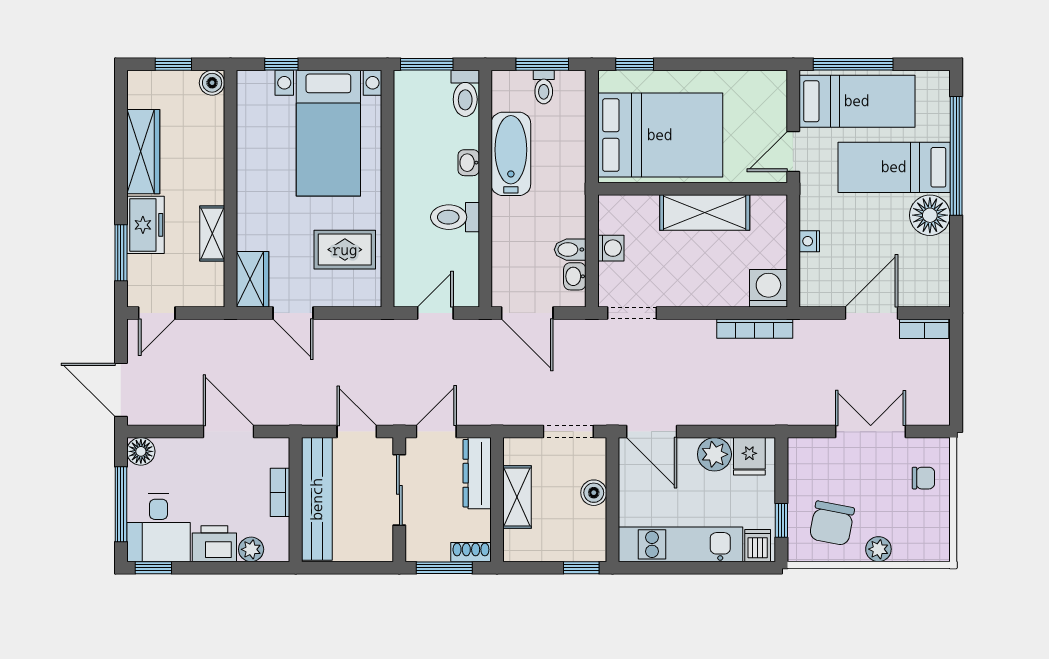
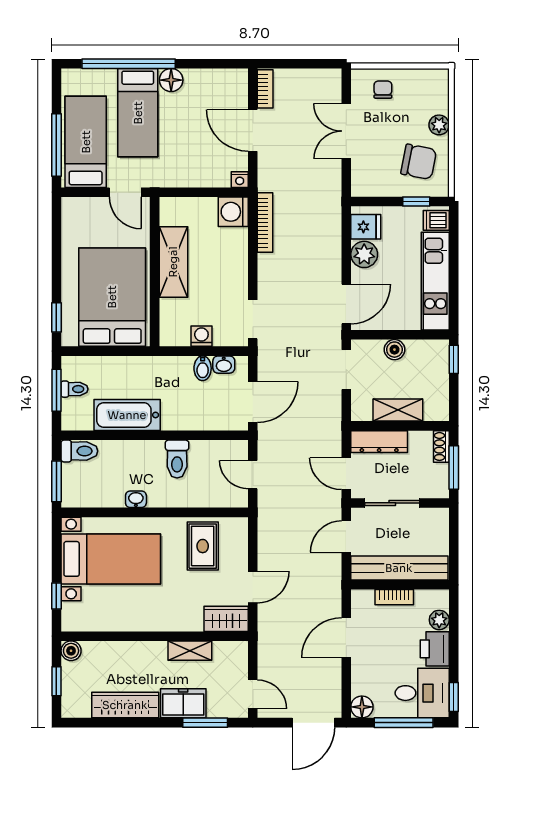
washbasin: (469, 163) -> (136, 499), moved, turned 180
floor lamp: (930, 215) -> (171, 80), width x0.73, depth x0.73
nightstand: (809, 241) -> (240, 180), moved

